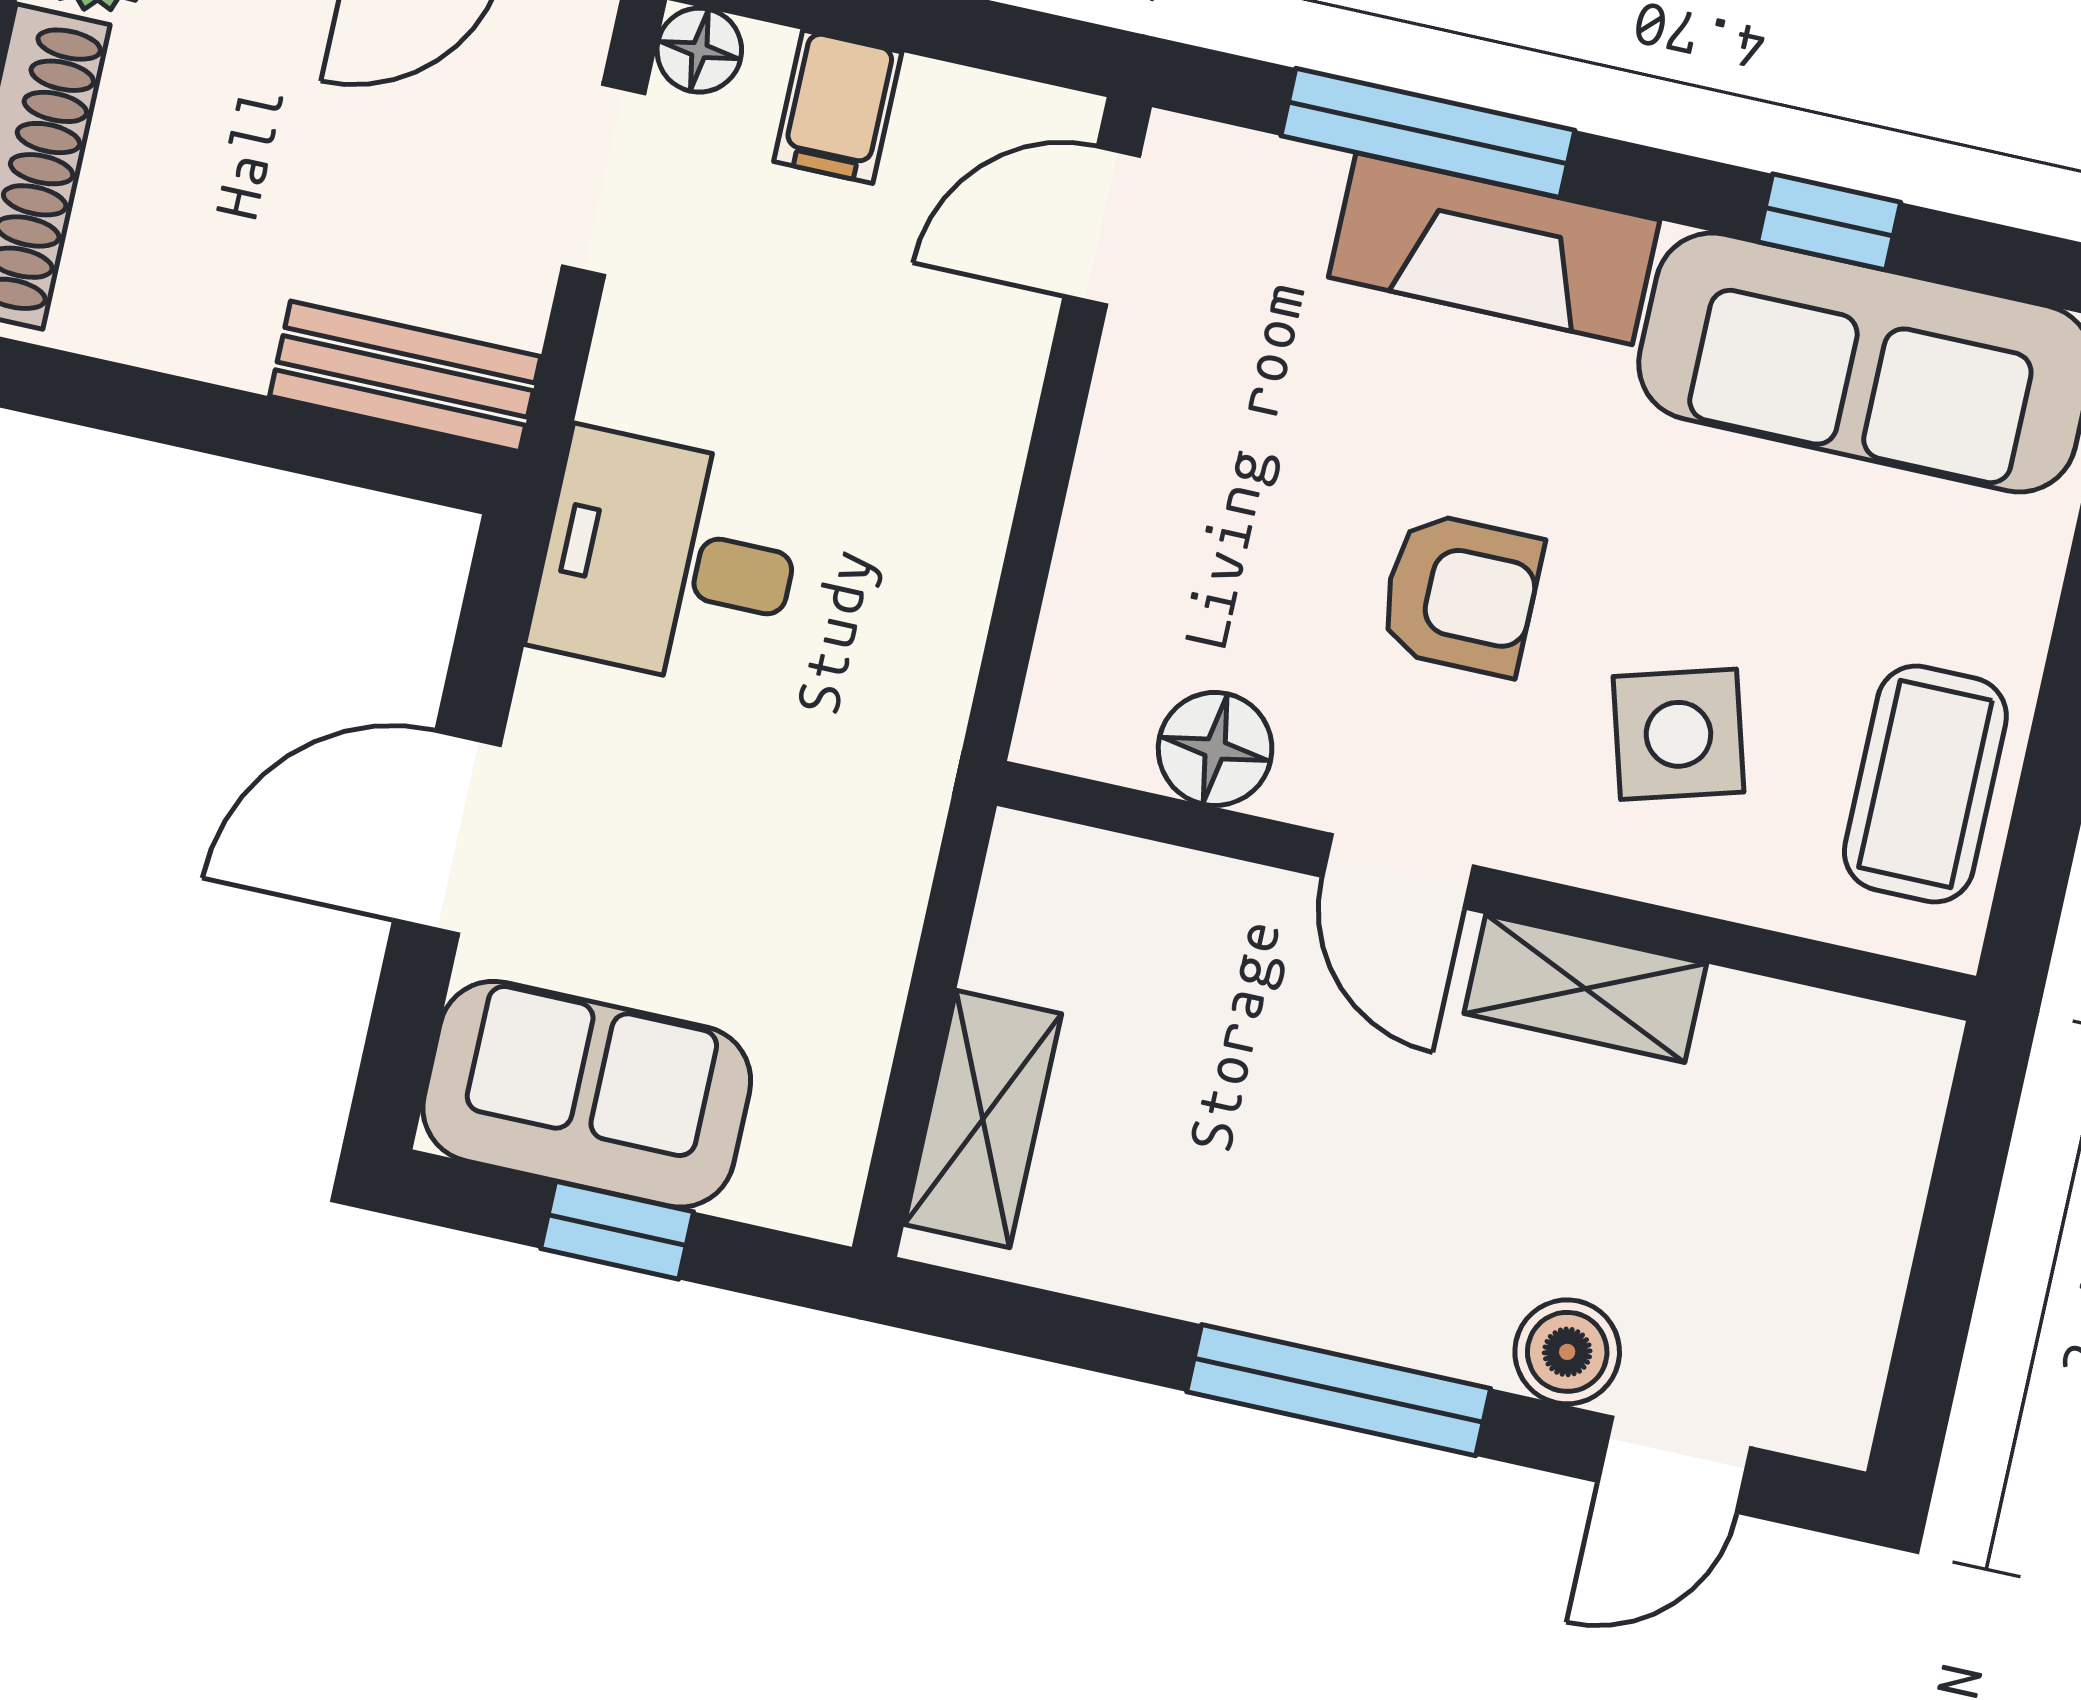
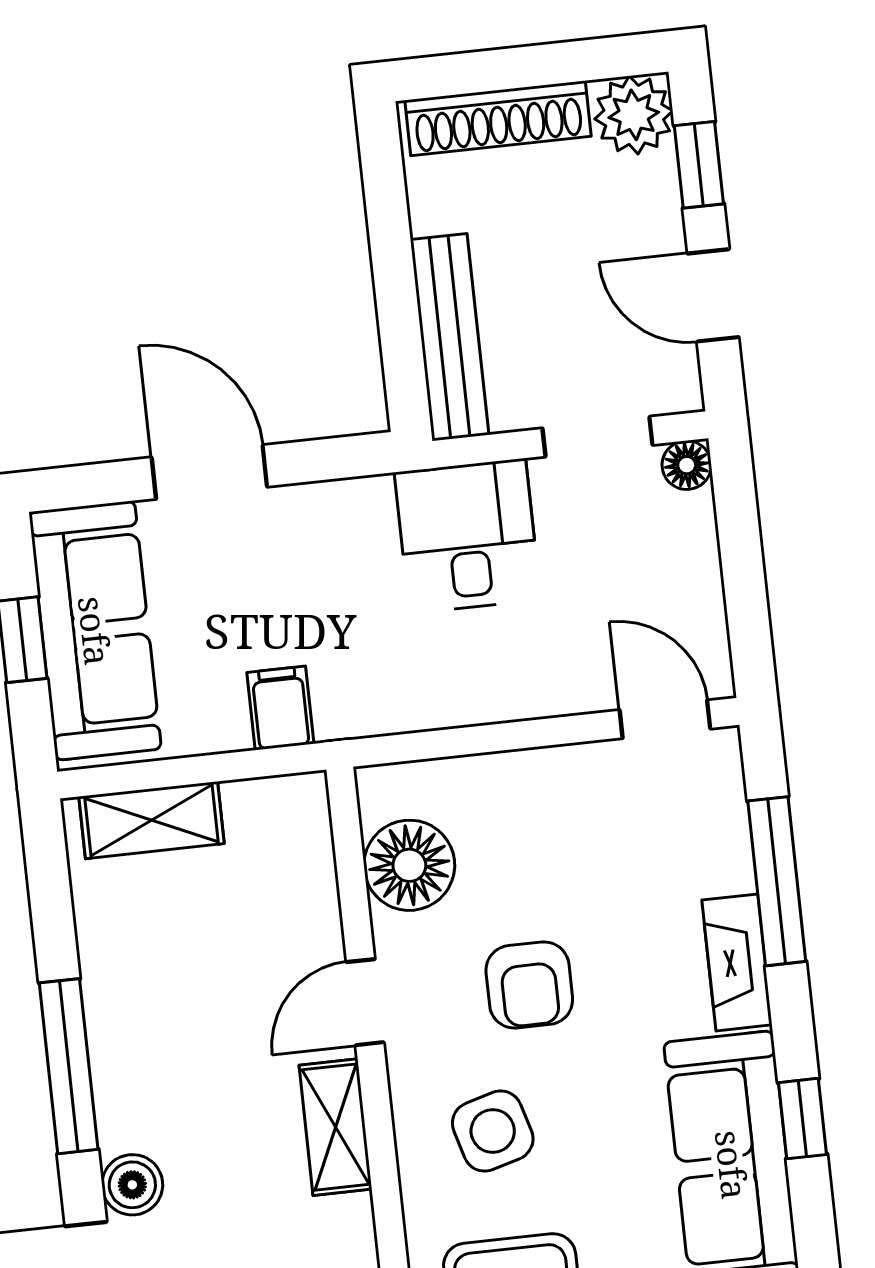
filing cabinet: (838, 107) -> (280, 708), moved, turned 90
fireplace: (1494, 249) -> (737, 962), width x0.73, depth x0.76
bench: (405, 376) -> (450, 337), width x1.36
desk: (669, 560) -> (467, 536), moved
floor lamp: (1215, 749) -> (409, 865), width x1.38, depth x1.38
sofa: (587, 1094) -> (95, 631), width x1.36

